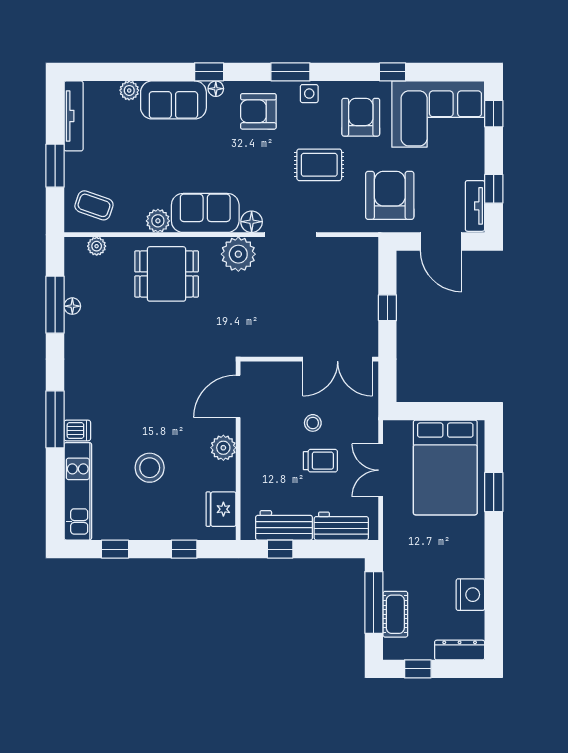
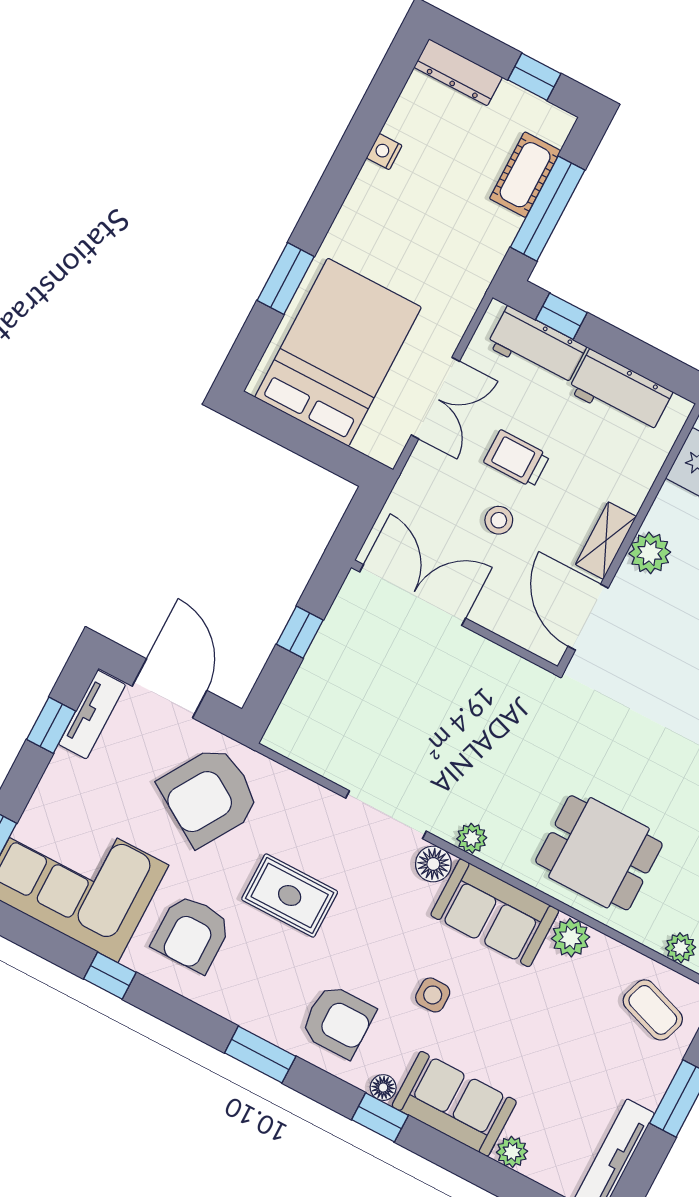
side table: (309, 94) -> (433, 995), moved
armchair: (390, 195) -> (209, 796), turned 32
plant: (238, 254) -> (472, 838), width x0.53, depth x0.53
door: (238, 396) -> (588, 617), swing flipped
shelving: (250, 442) -> (606, 541), added
window: (280, 549) -> (561, 316), moved
nightstand: (470, 595) -> (384, 152), width x0.53, depth x0.56

